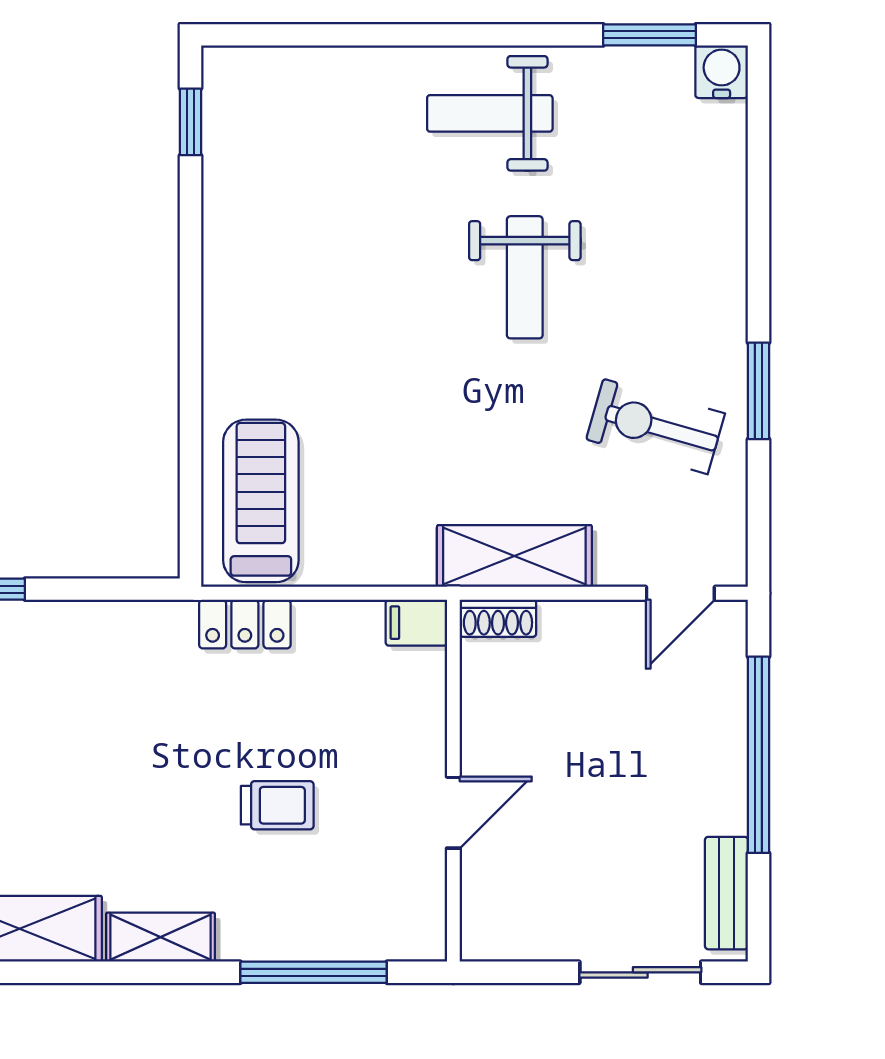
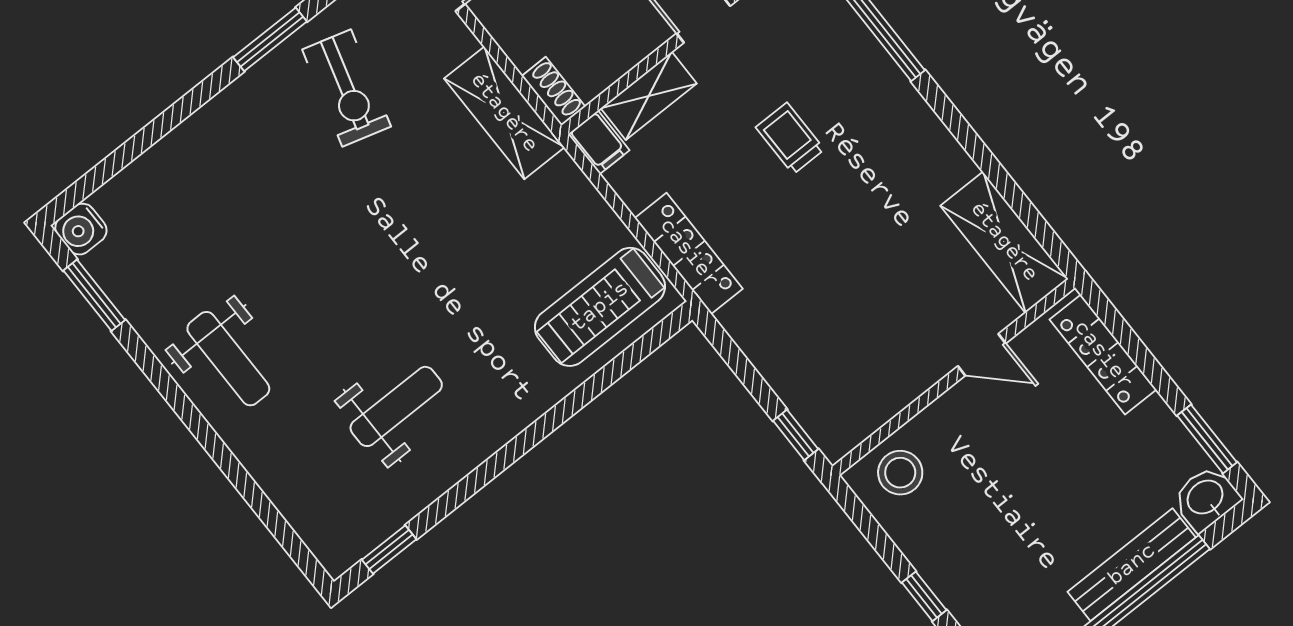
weight bench: (525, 277) -> (396, 406), moved
locker: (245, 624) -> (689, 253), width x1.53
shelving: (161, 937) -> (649, 96), moved, turned 90

